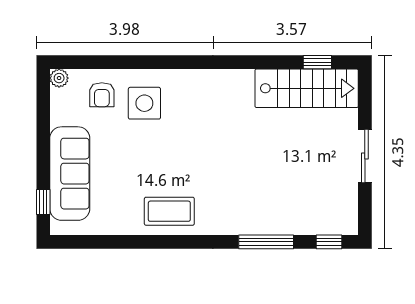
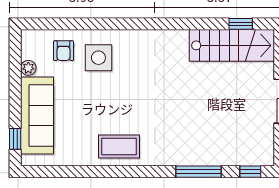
plant: (59, 78) -> (28, 68), moved

